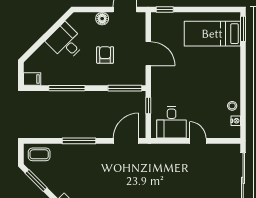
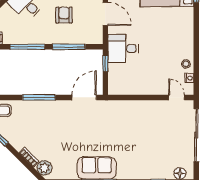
window: (125, 88) -> (69, 47), moved
desk: (172, 122) -> (123, 49), moved, turned 90
door: (198, 141) -> (176, 97), moved

